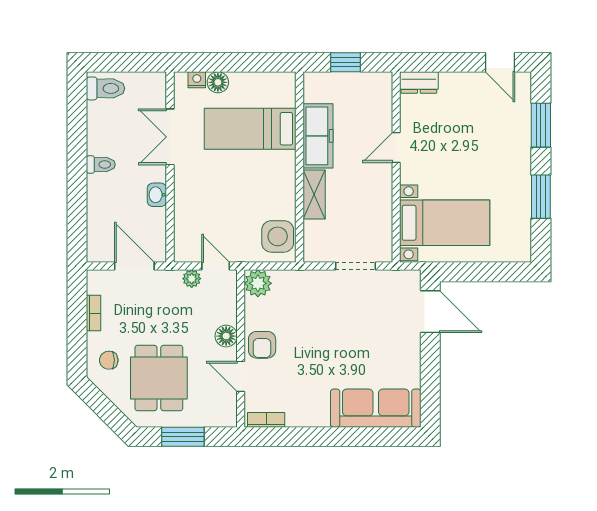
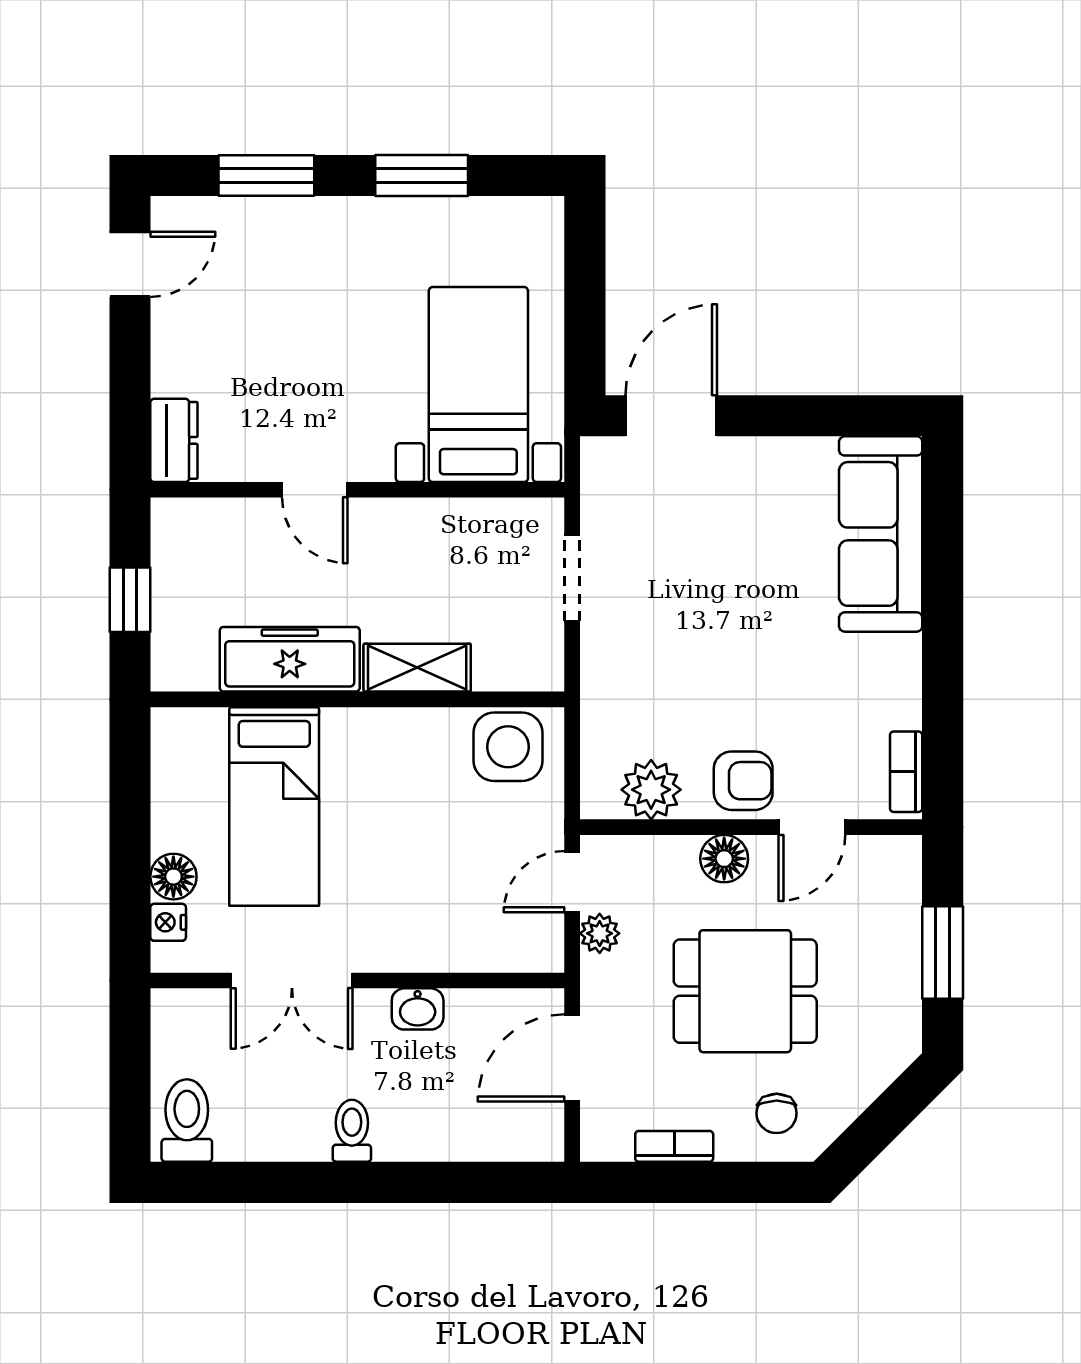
plant: (258, 283) -> (651, 790), moved
dining table: (159, 378) -> (745, 991), moved

